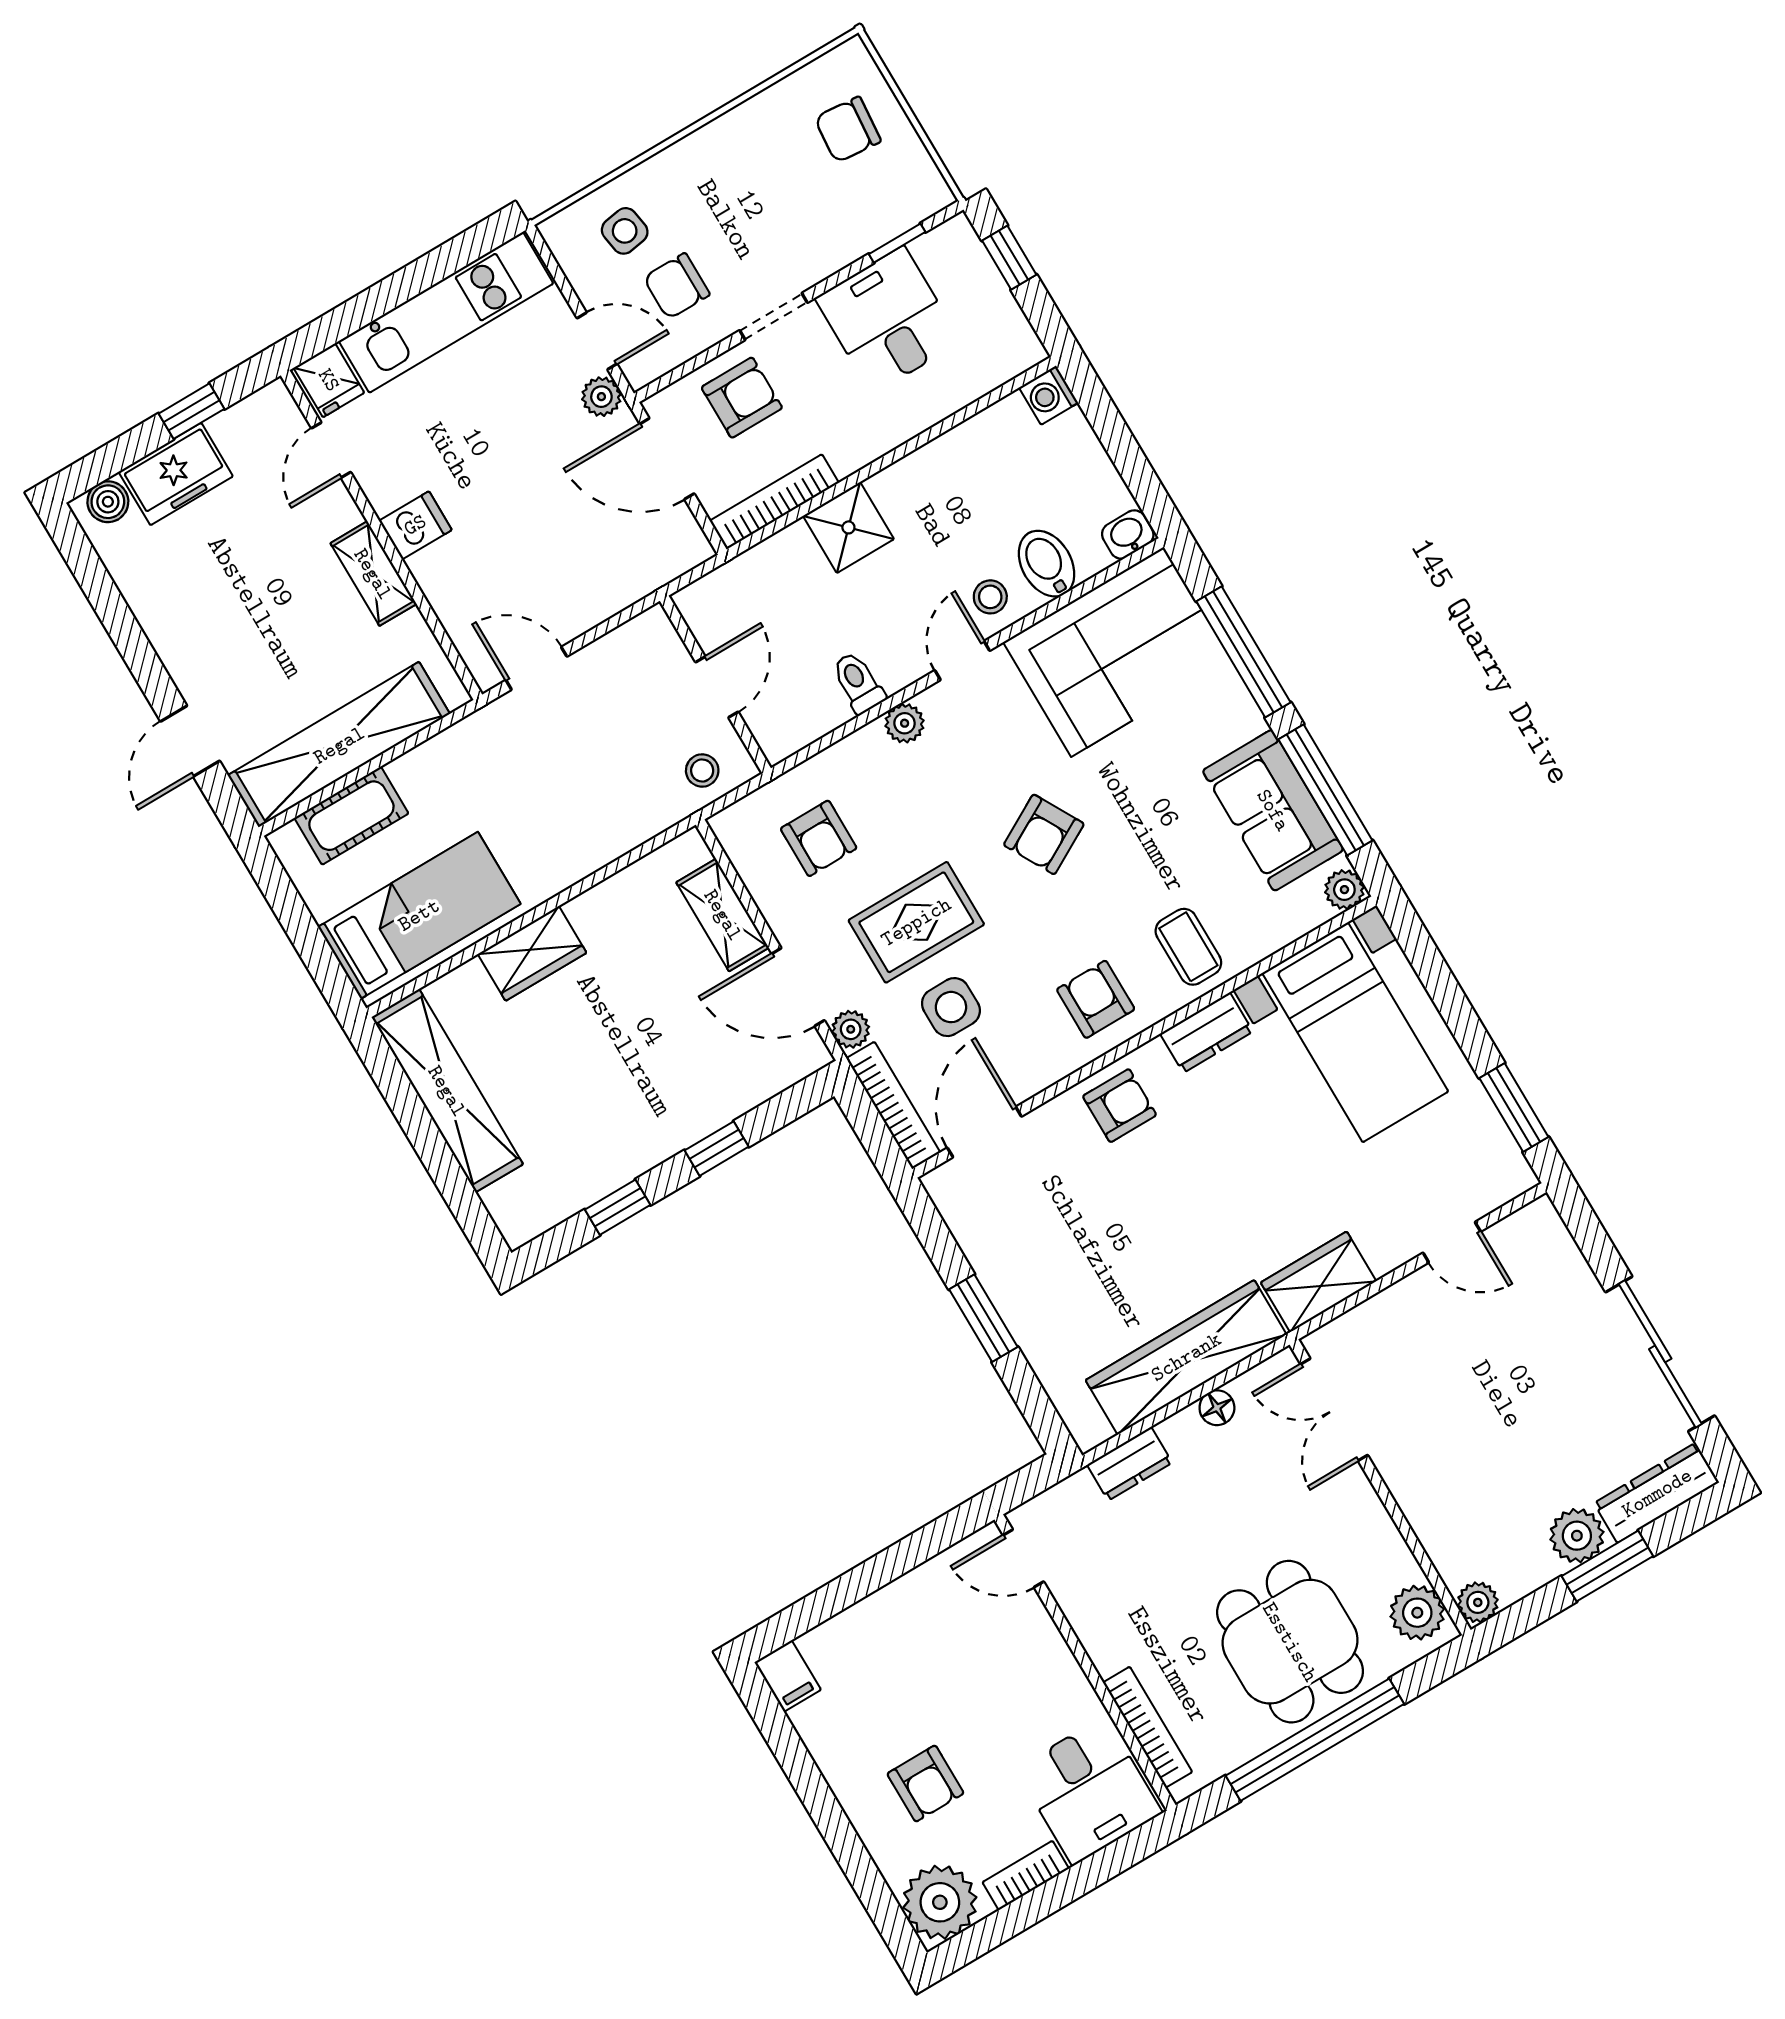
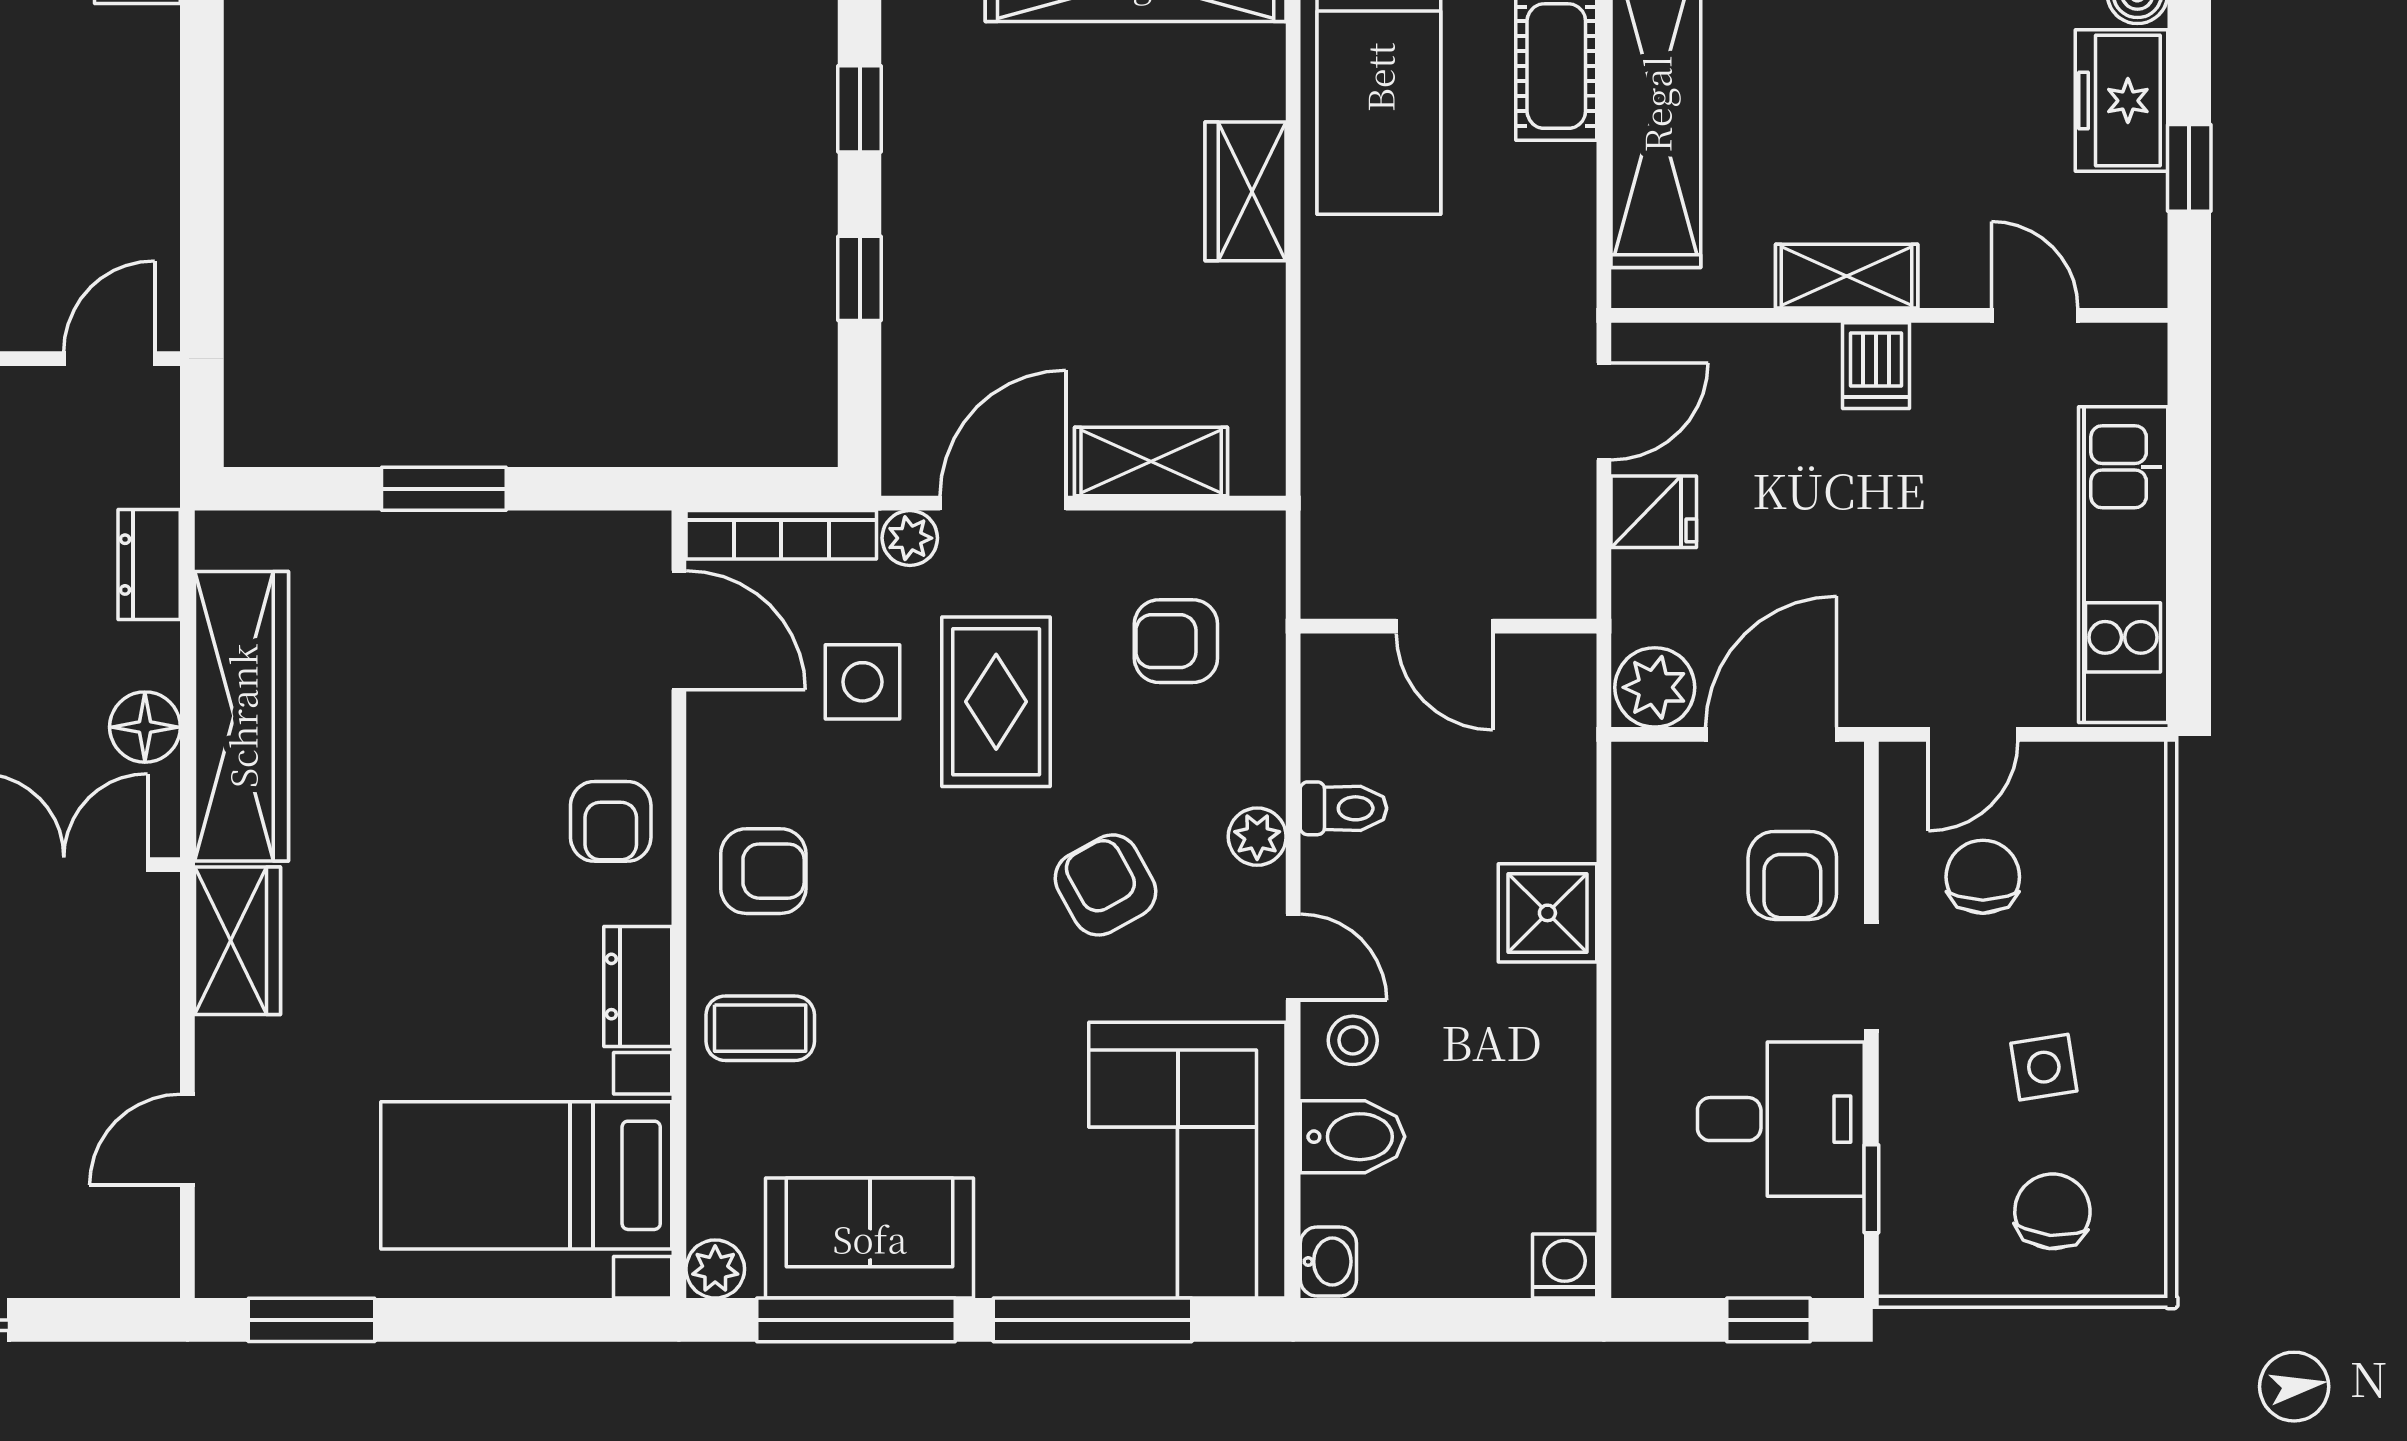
side table: (625, 231) -> (2044, 1067), moved
fridge: (329, 380) -> (1654, 512), moved, turned 180
plant: (601, 397) -> (1655, 687), moved, width x1.38, depth x1.38
bookcase: (774, 502) -> (1636, 838), removed
stool: (702, 770) -> (1350, 545), removed
armchair: (1044, 834) -> (1106, 885), moved
floor lamp: (1217, 1408) -> (145, 727), width x1.37, depth x1.37

